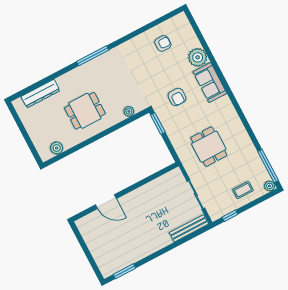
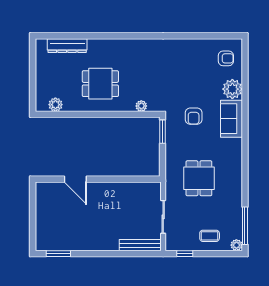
armchair: (163, 43) -> (226, 58), moved
window: (93, 56) -> (135, 36), removed

